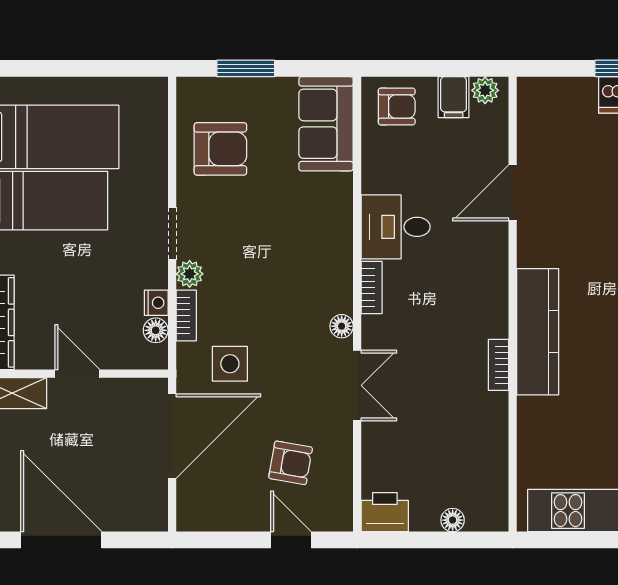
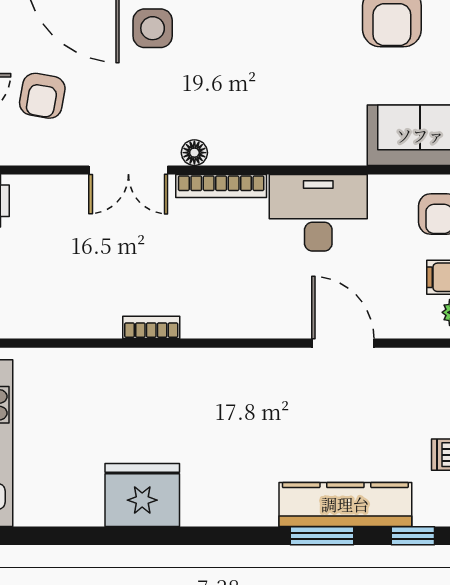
desk: (396, 227) -> (318, 213), width x1.37
bookcase: (372, 288) -> (221, 186), width x1.56
kitchen counter: (538, 332) -> (188, 371), removed

